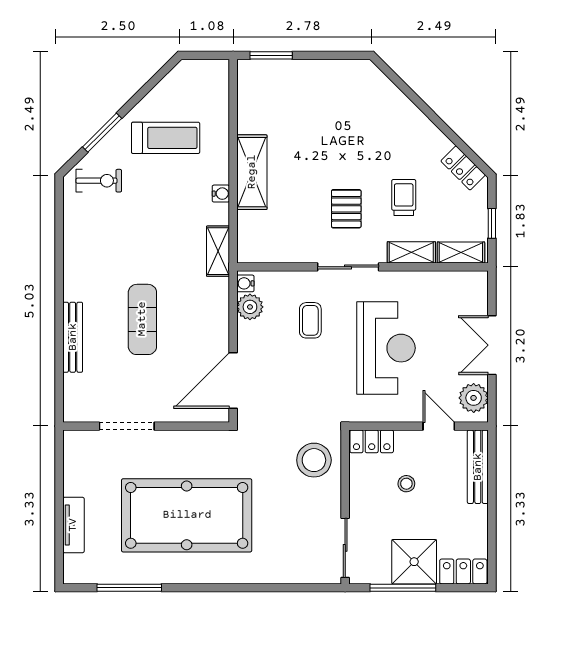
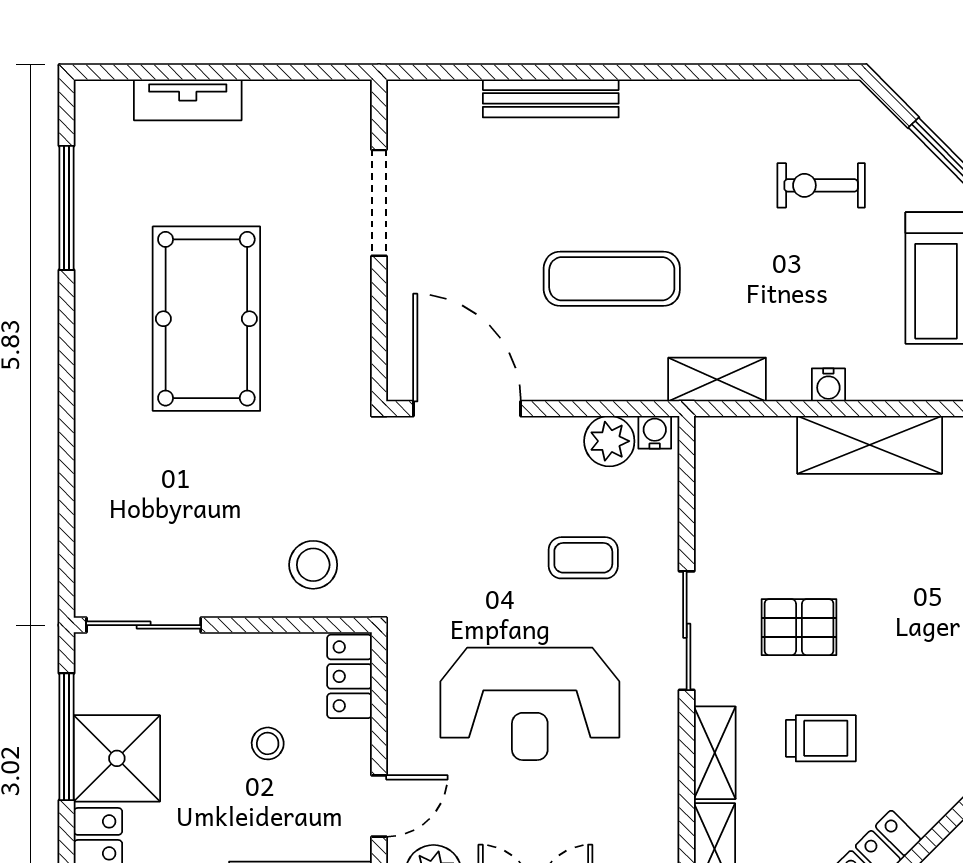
exercise bike: (99, 181) -> (821, 185), moved, turned 90
exercise mat: (142, 319) -> (612, 279), moved
stool: (314, 460) -> (313, 565), width x0.73, depth x0.73
pool table: (187, 515) -> (206, 319), width x0.73, depth x0.76

